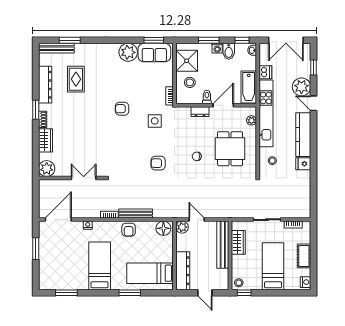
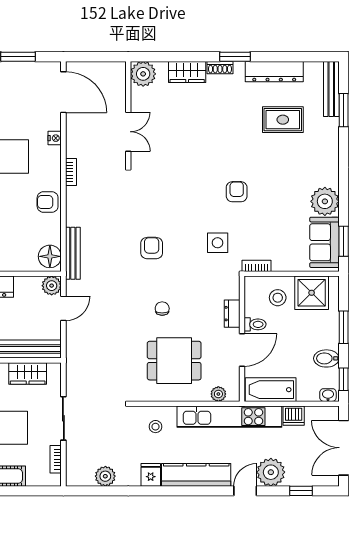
washing machine: (217, 48) -> (331, 340), removed
door: (223, 105) -> (242, 350), hinge flipped
plant: (304, 193) -> (105, 476), added
bench: (136, 214) -> (73, 253), moved

